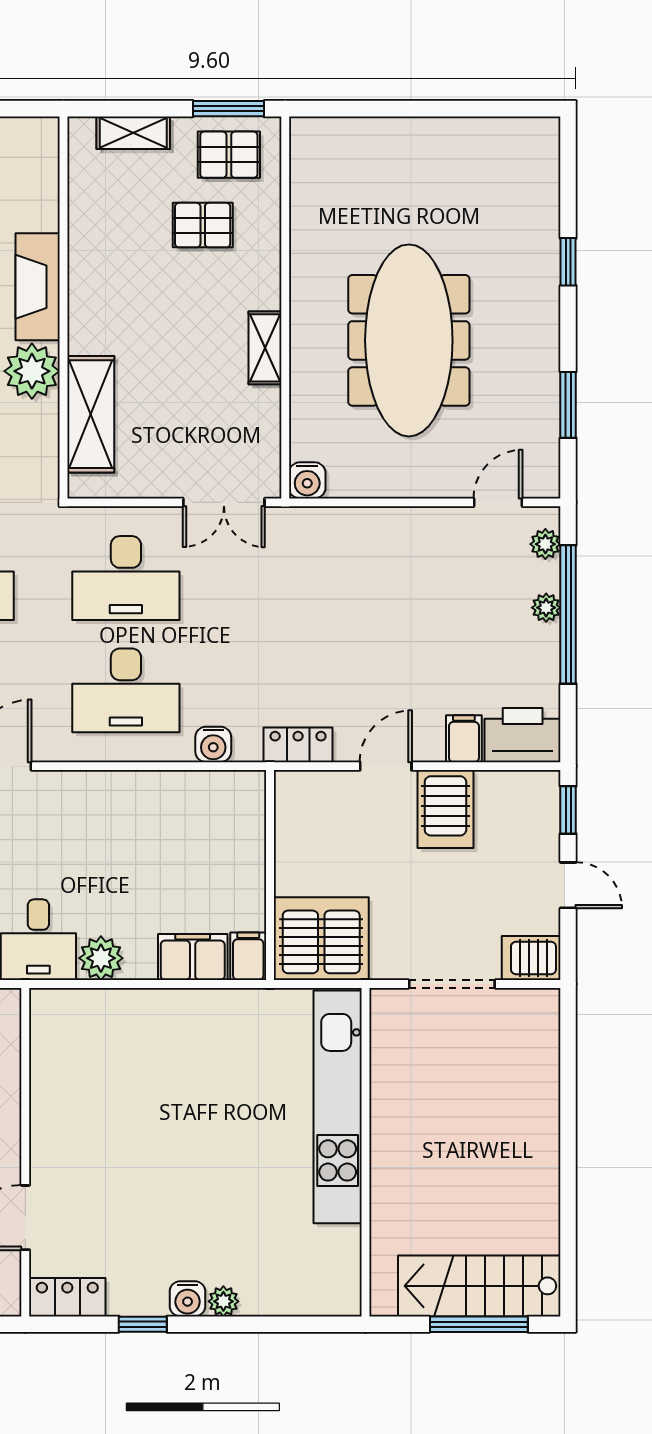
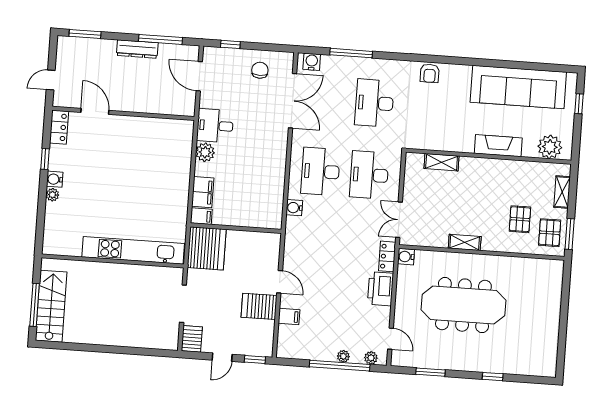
plant: (32, 371) -> (550, 147), moved
shelving: (91, 414) -> (442, 162), width x0.67, depth x0.75
printer: (523, 735) -> (381, 289), moved, turned 180
locker: (298, 745) -> (387, 256), moved, turned 180

